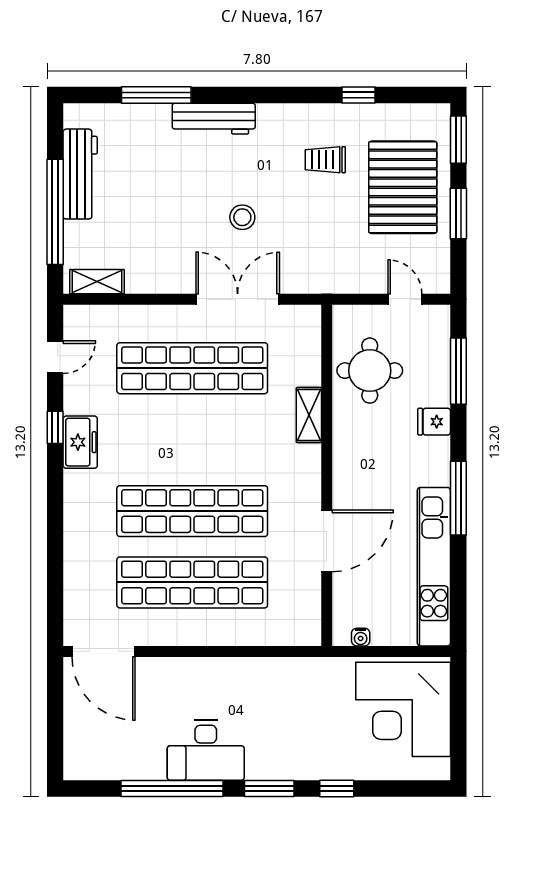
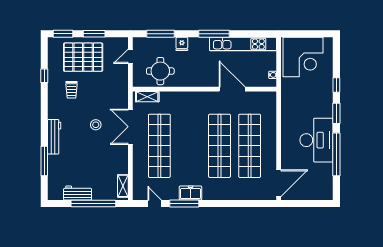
workbench: (80, 174) -> (78, 193), width x0.73
shelving: (309, 415) -> (147, 97), moved
window: (55, 427) -> (184, 204), width x2.17
desk: (206, 750) -> (317, 140), width x1.36, depth x1.30

